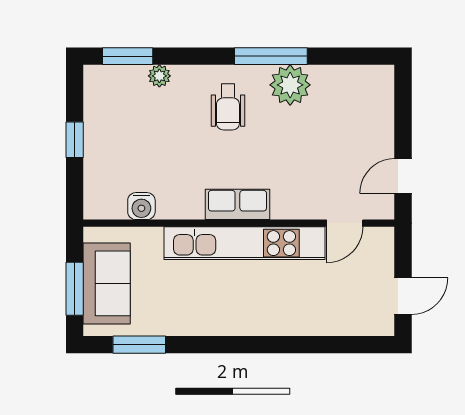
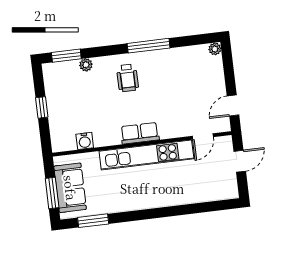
plant: (290, 85) -> (215, 49), moved, width x0.53, depth x0.53
door: (403, 296) -> (240, 161), moved

